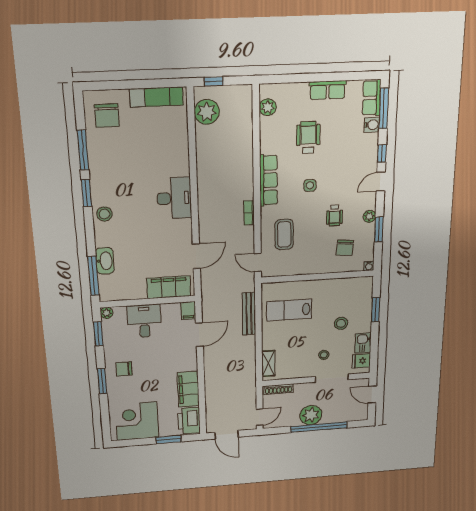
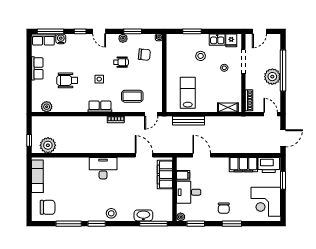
row of seats: (269, 180) -> (100, 106), width x0.68
lab bench: (289, 310) -> (188, 93), turned 180
filing cabinet: (188, 311) -> (183, 175), moved

